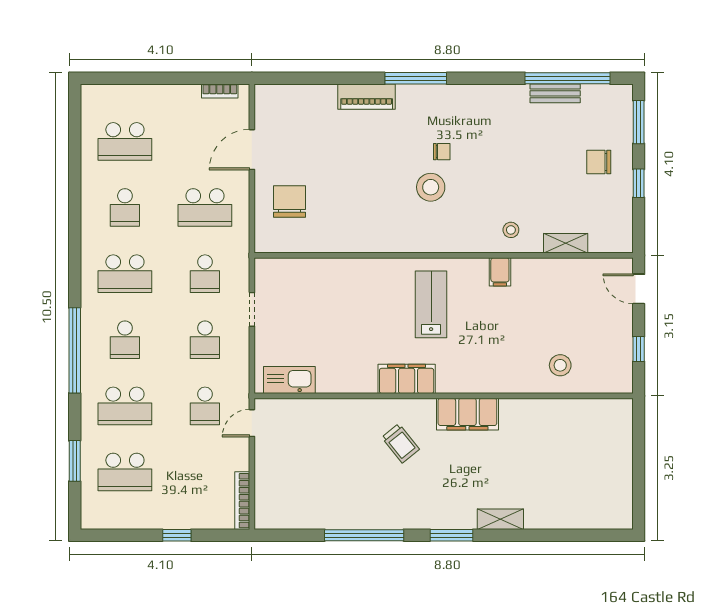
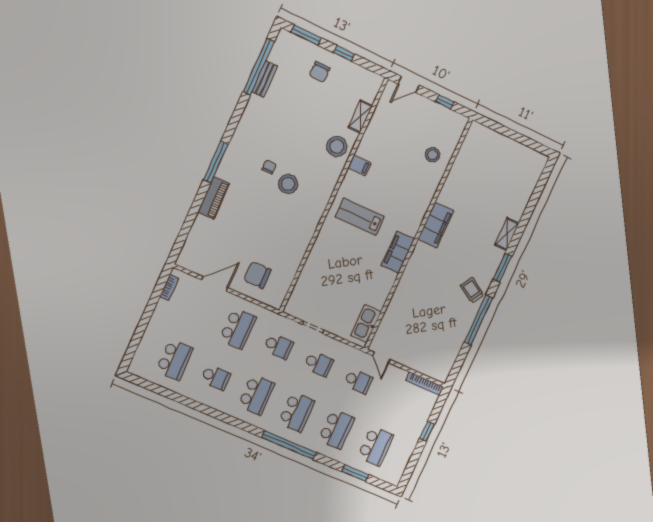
door: (252, 150) -> (215, 284), swing flipped
stool: (511, 230) -> (337, 147), width x1.89, depth x1.89
school desk: (125, 340) -> (296, 412), width x1.85
trolley: (401, 443) -> (472, 290), moved, turned -109

